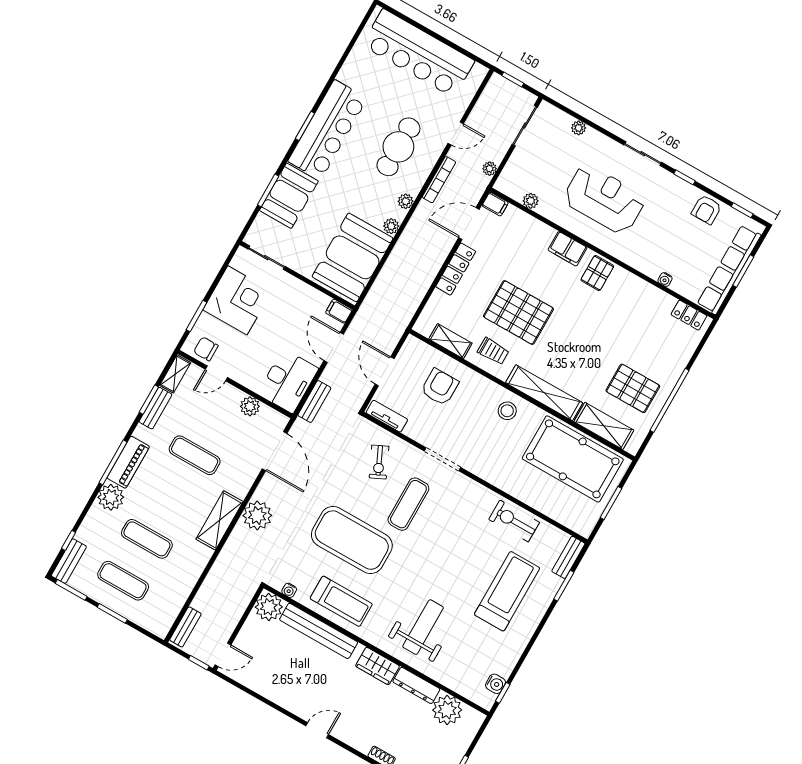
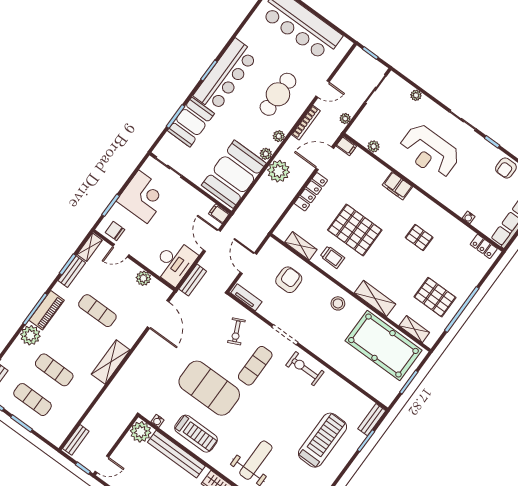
reception desk: (604, 199) -> (429, 151), turned 180
pallet: (597, 273) -> (419, 237), moved, turned 90
shelving: (544, 393) -> (375, 298), width x0.68
shelving: (604, 426) -> (414, 329), width x0.67, depth x0.75
plant: (257, 515) -> (279, 171), moved
exercise bike: (514, 521) -> (305, 369), moved

